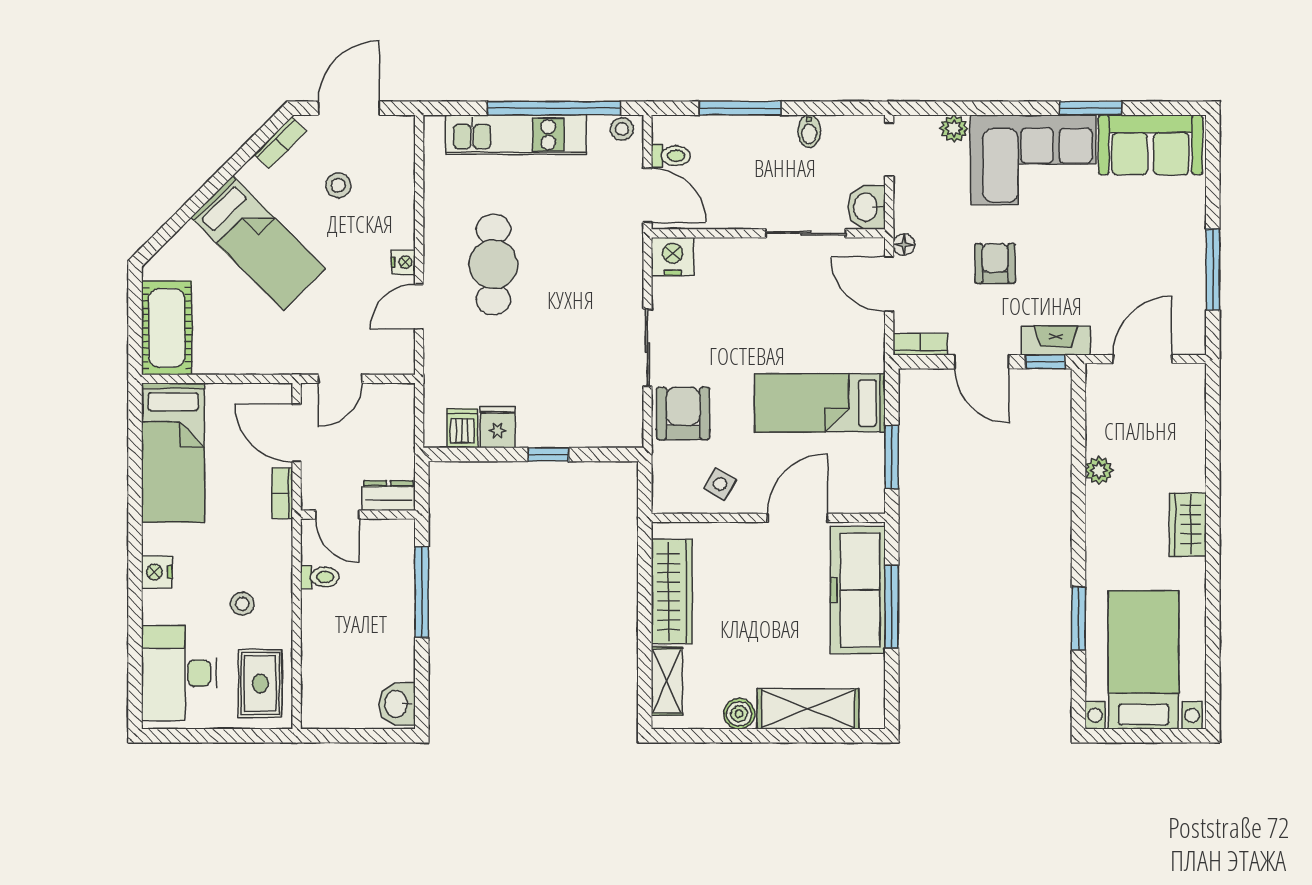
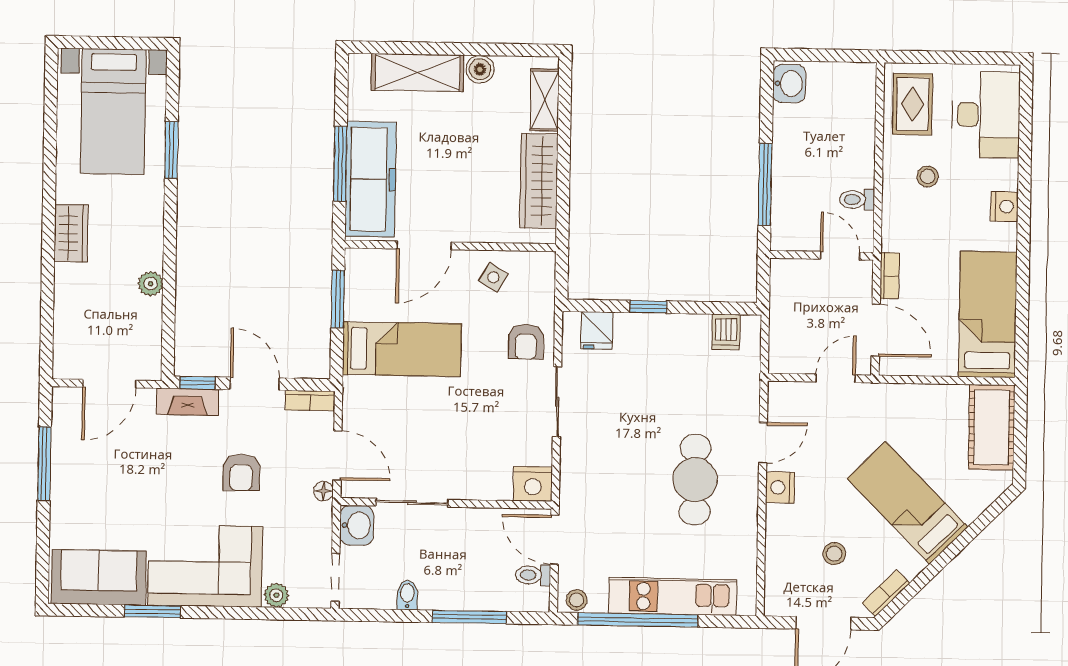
nightstand: (403, 262) -> (780, 487), width x1.39, depth x1.35
armchair: (683, 413) -> (526, 342), width x0.72, depth x0.72
fridge: (497, 427) -> (597, 331), moved
dresser: (388, 496) -> (794, 272), removed

